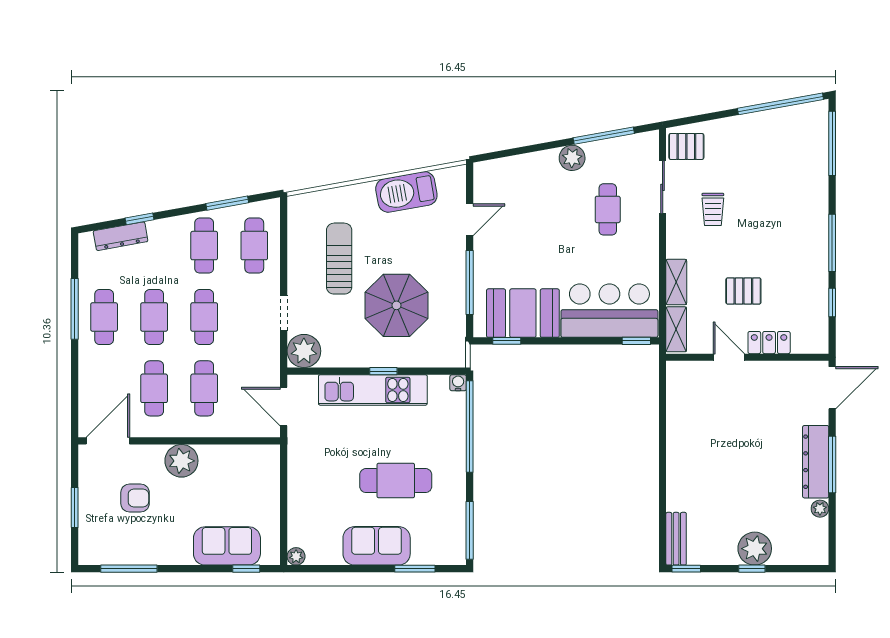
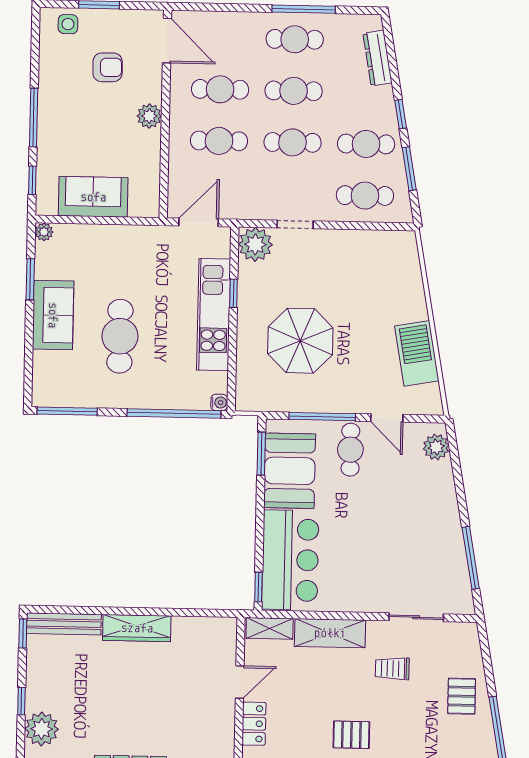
pallet: (686, 146) -> (462, 696), moved
plant: (572, 158) -> (436, 447), moved
cafe table: (608, 209) -> (350, 450), moved, turned 90
window: (140, 219) -> (401, 114), moved
sun lounger: (339, 259) -> (350, 283), removed
shelving: (676, 282) -> (330, 633), width x1.50, depth x1.33
pallet: (743, 291) -> (351, 735), moved, turned 90
window: (507, 341) -> (261, 454), width x1.50
window: (383, 371) -> (233, 293), moved
wardrobe: (679, 458) -> (137, 628), added
plant: (181, 461) -> (149, 116), width x0.73, depth x0.73
armchair: (135, 498) -> (108, 67), turned -91
side table: (94, 537) -> (68, 24), added
bench: (676, 539) -> (64, 624), width x1.36
sofa: (227, 546) -> (93, 197), moved, turned -90
plant: (755, 549) -> (42, 729), moved
window: (129, 569) -> (34, 118), moved
window: (415, 569) -> (30, 279), moved

